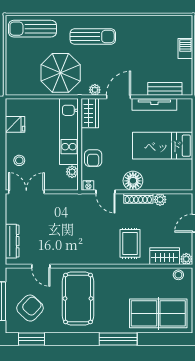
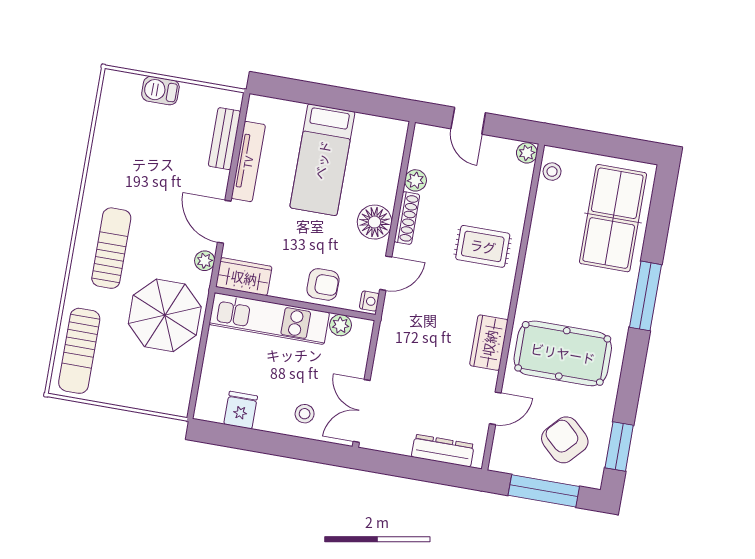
wardrobe: (165, 256) -> (489, 343), moved

